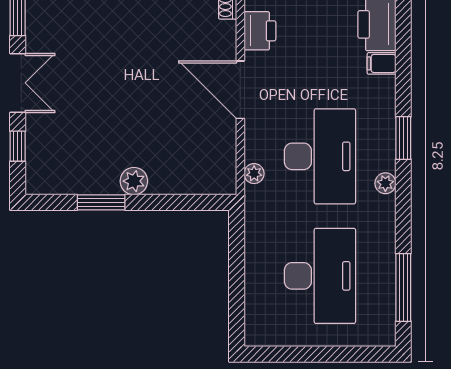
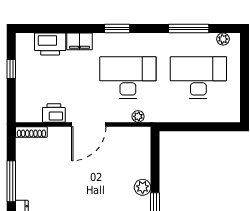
filing cabinet: (381, 63) -> (80, 41), width x2.00
plant: (385, 183) -> (223, 39), moved
window: (403, 287) -> (189, 29), moved

